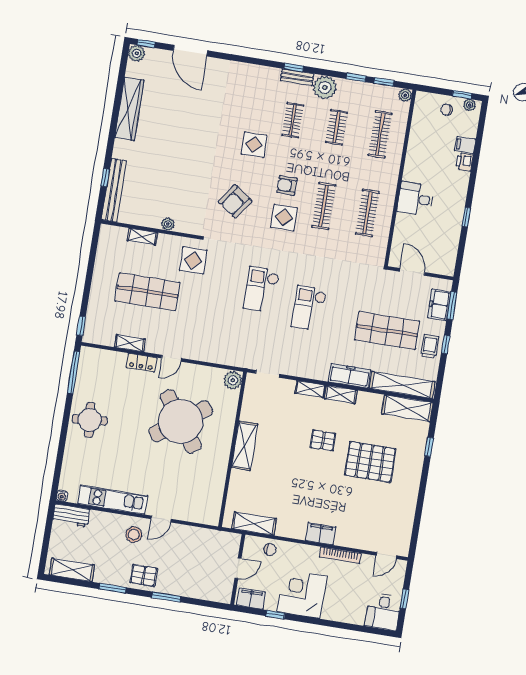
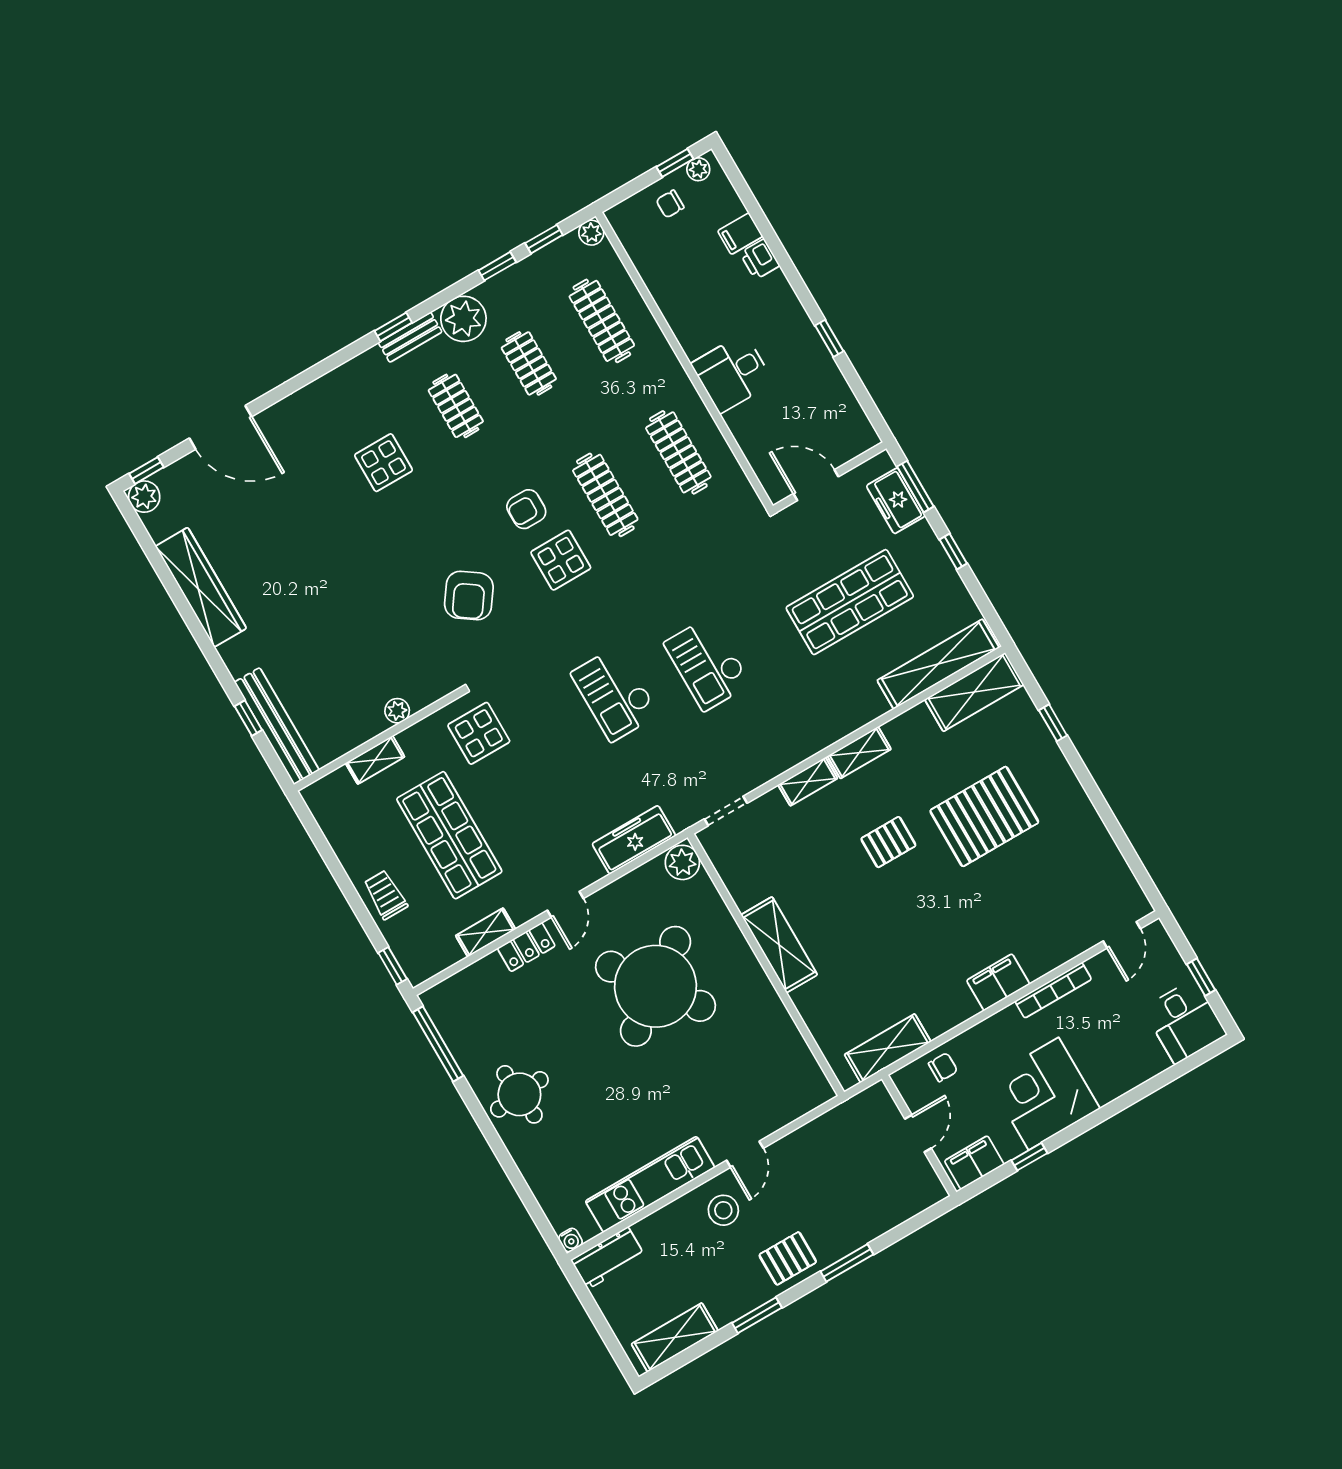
display table: (254, 145) -> (384, 463), moved
shop shelf: (147, 292) -> (449, 835), turned 90
trolley: (430, 346) -> (385, 895), moved
freezer: (350, 376) -> (634, 840), moved

